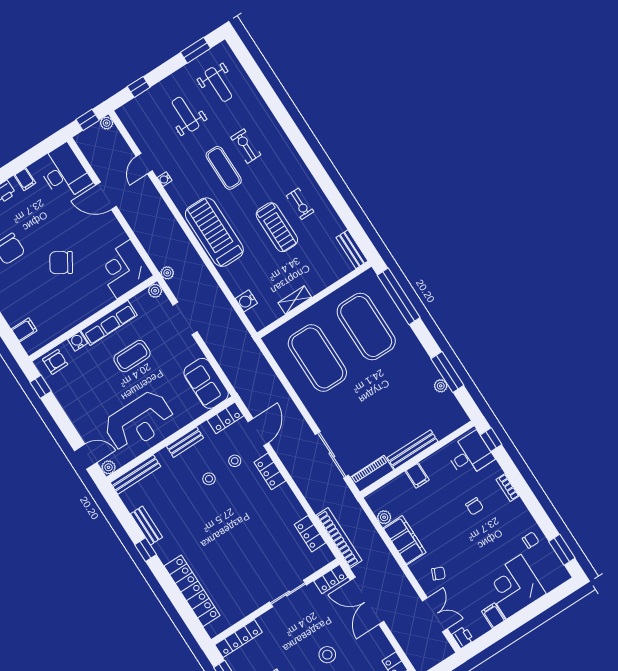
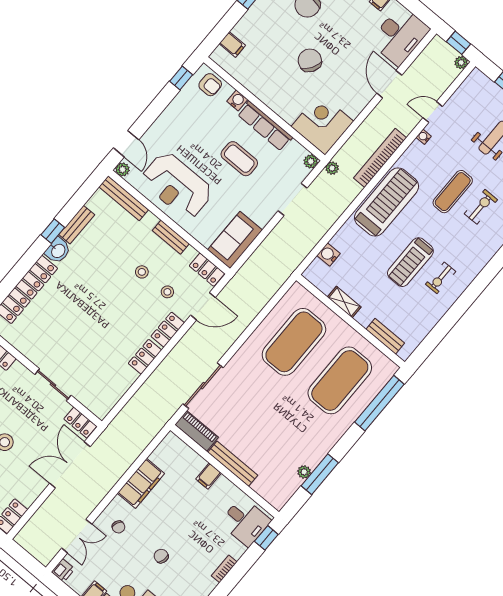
bench: (352, 249) -> (385, 336), moved, turned 90
chair: (474, 506) -> (161, 556), moved, turned 104
plant: (384, 517) -> (157, 456), removed
locker: (310, 534) -> (145, 357), moved
bookcase: (339, 538) -> (380, 158), moved, turned 180
washbasin: (165, 550) -> (58, 251), added

